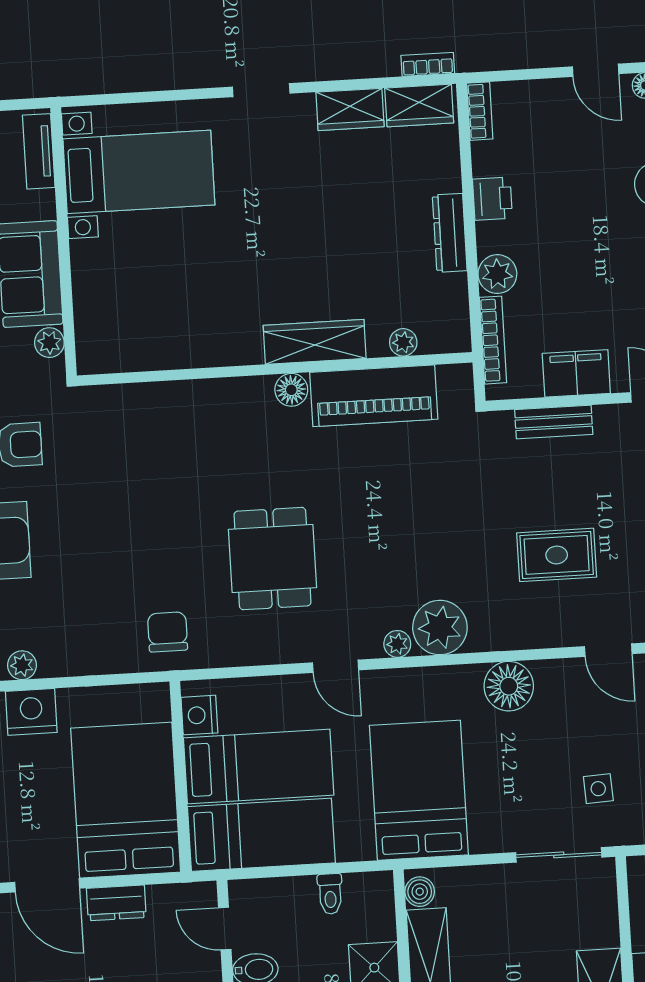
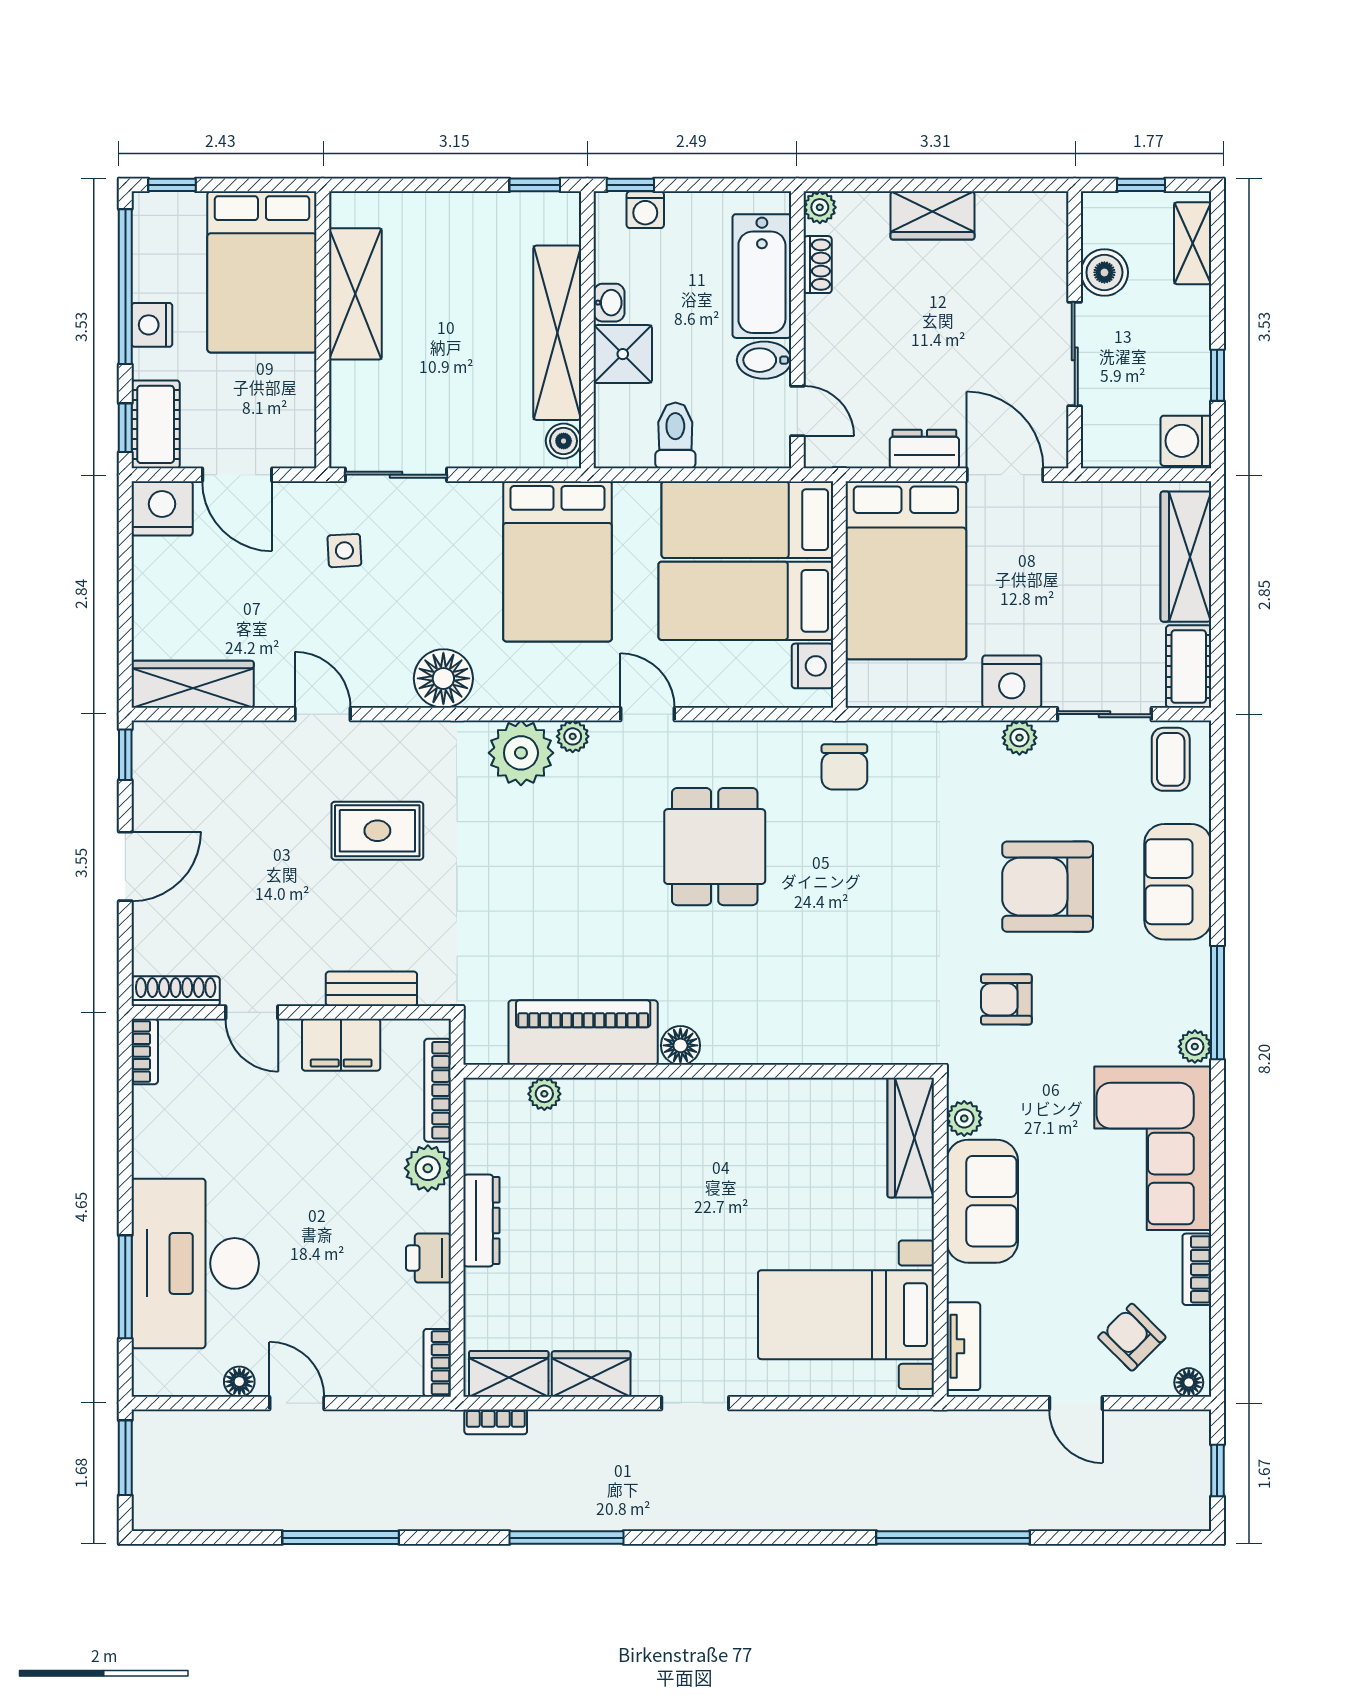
wardrobe: (315, 342) -> (911, 1138), moved, turned 90
toilet: (330, 894) -> (675, 435), width x1.37, depth x1.39

